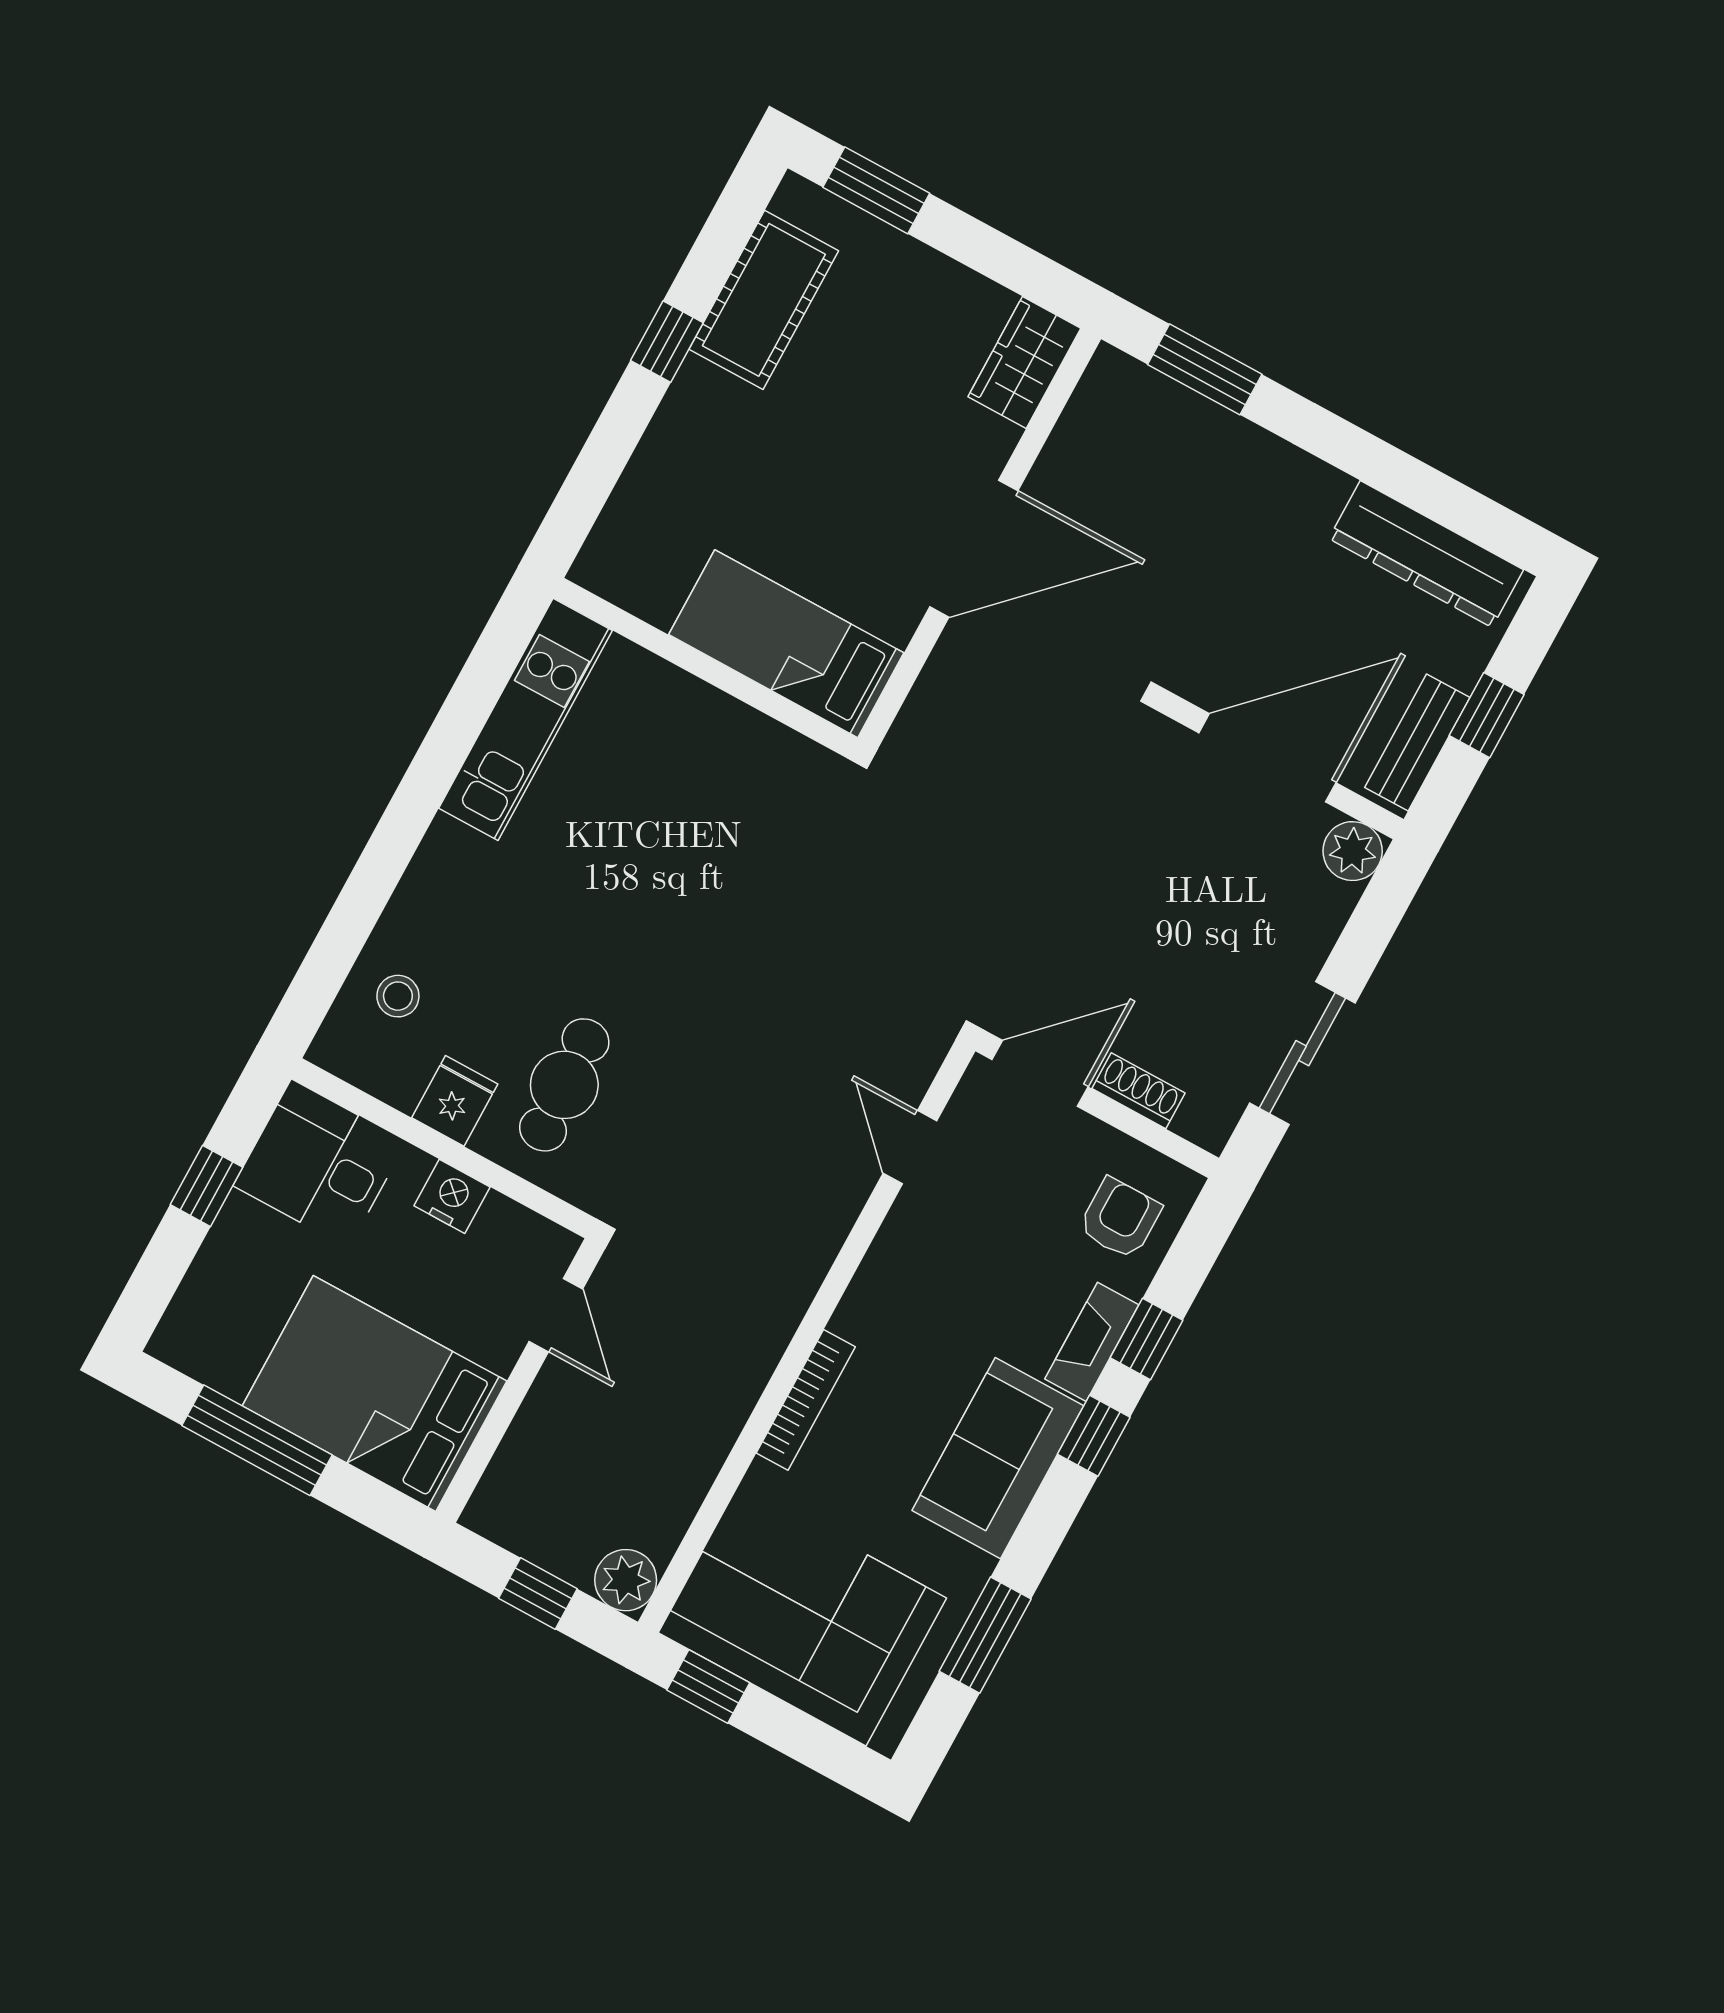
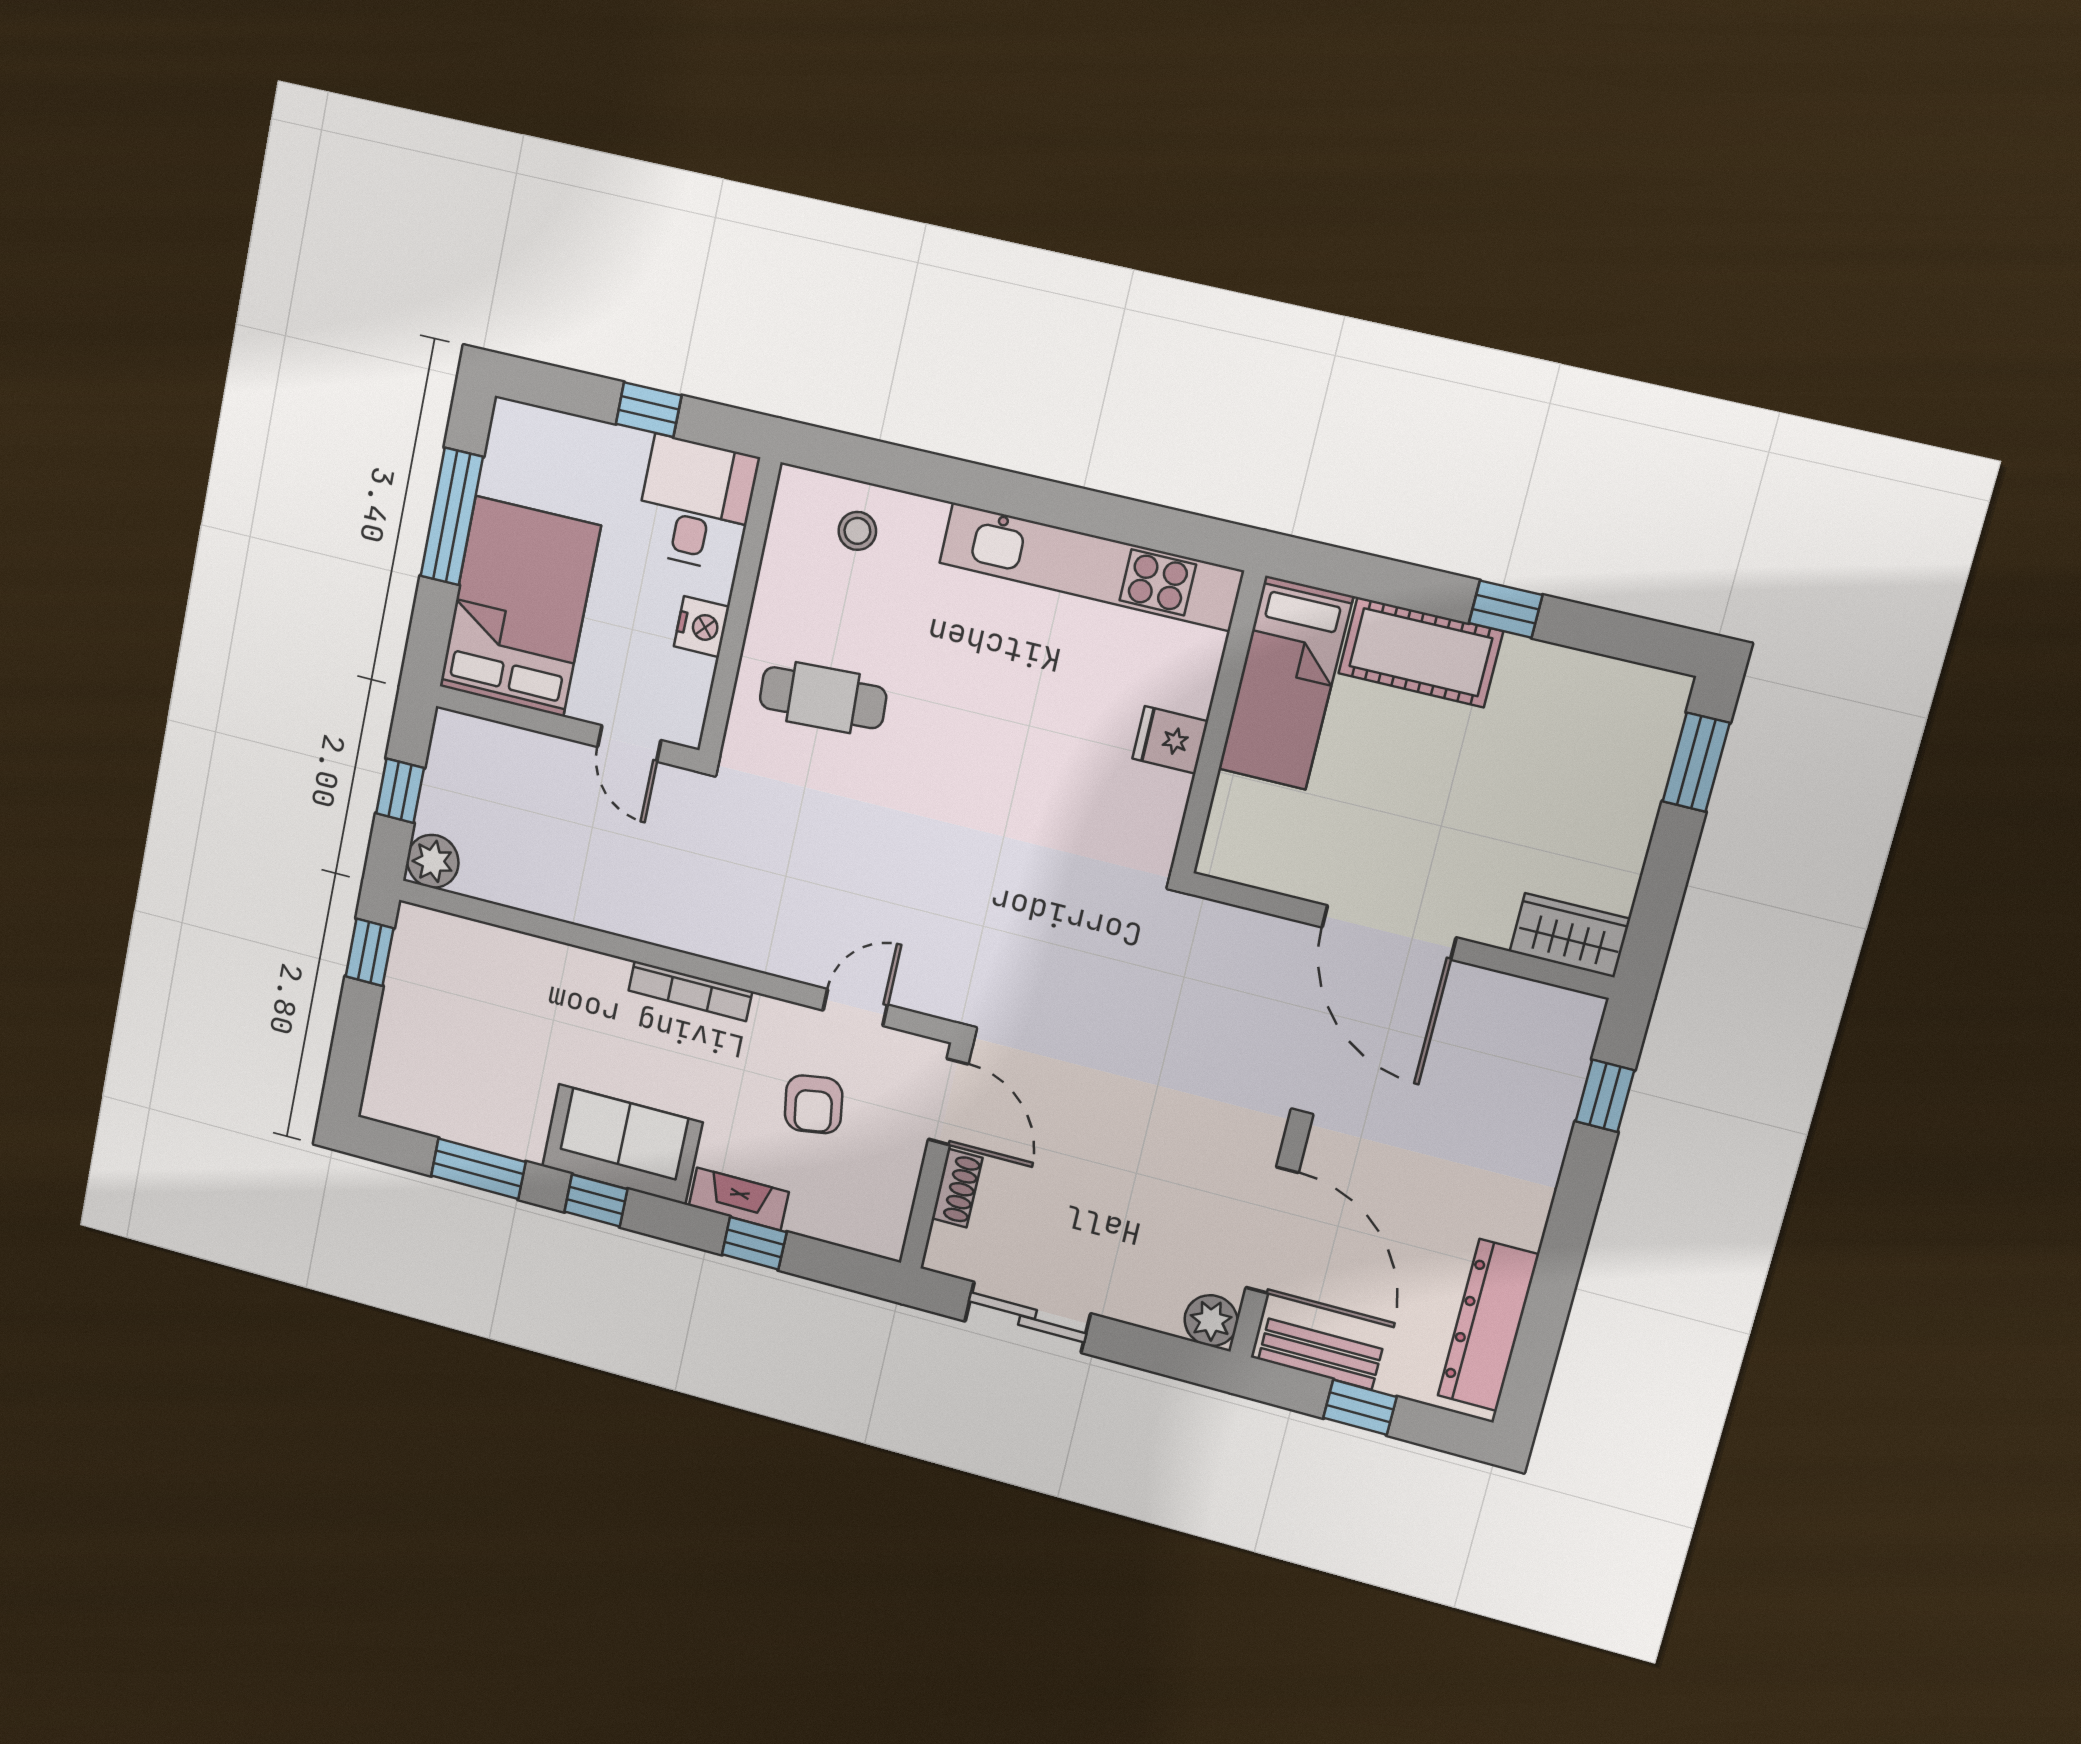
cot: (764, 300) -> (1421, 652), moved
window: (1205, 369) -> (1605, 1096), width x0.67
bed: (786, 644) -> (1285, 683), moved, turned 180
kitchen unit: (526, 719) -> (1091, 567), width x1.36
fridge: (455, 1101) -> (1170, 740), moved, turned 180
armchair: (1120, 1218) -> (814, 1104), moved, turned 81
door: (556, 1315) -> (629, 744), hinge flipped
bookcase: (806, 1400) -> (690, 991), moved
window: (1094, 1436) -> (596, 1200), moved
corner sofa: (802, 1615) -> (449, 1015), removed

